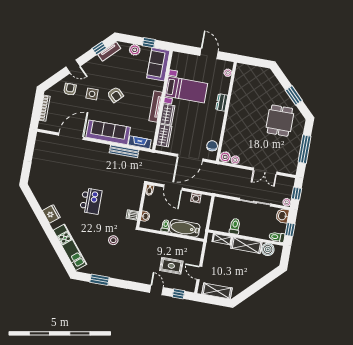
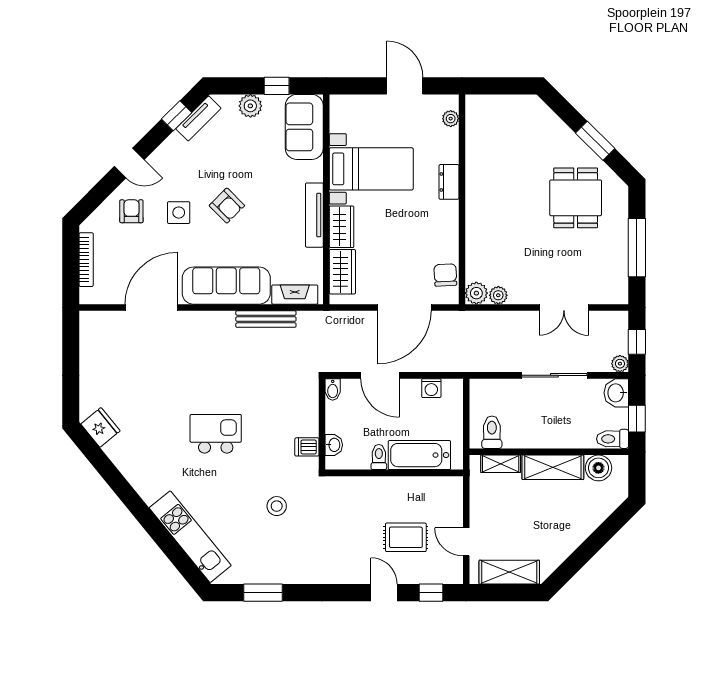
kitchen island: (91, 201) -> (216, 434), turned -90
fridge: (51, 214) -> (100, 427), moved
toilet: (235, 226) -> (492, 432), moved

